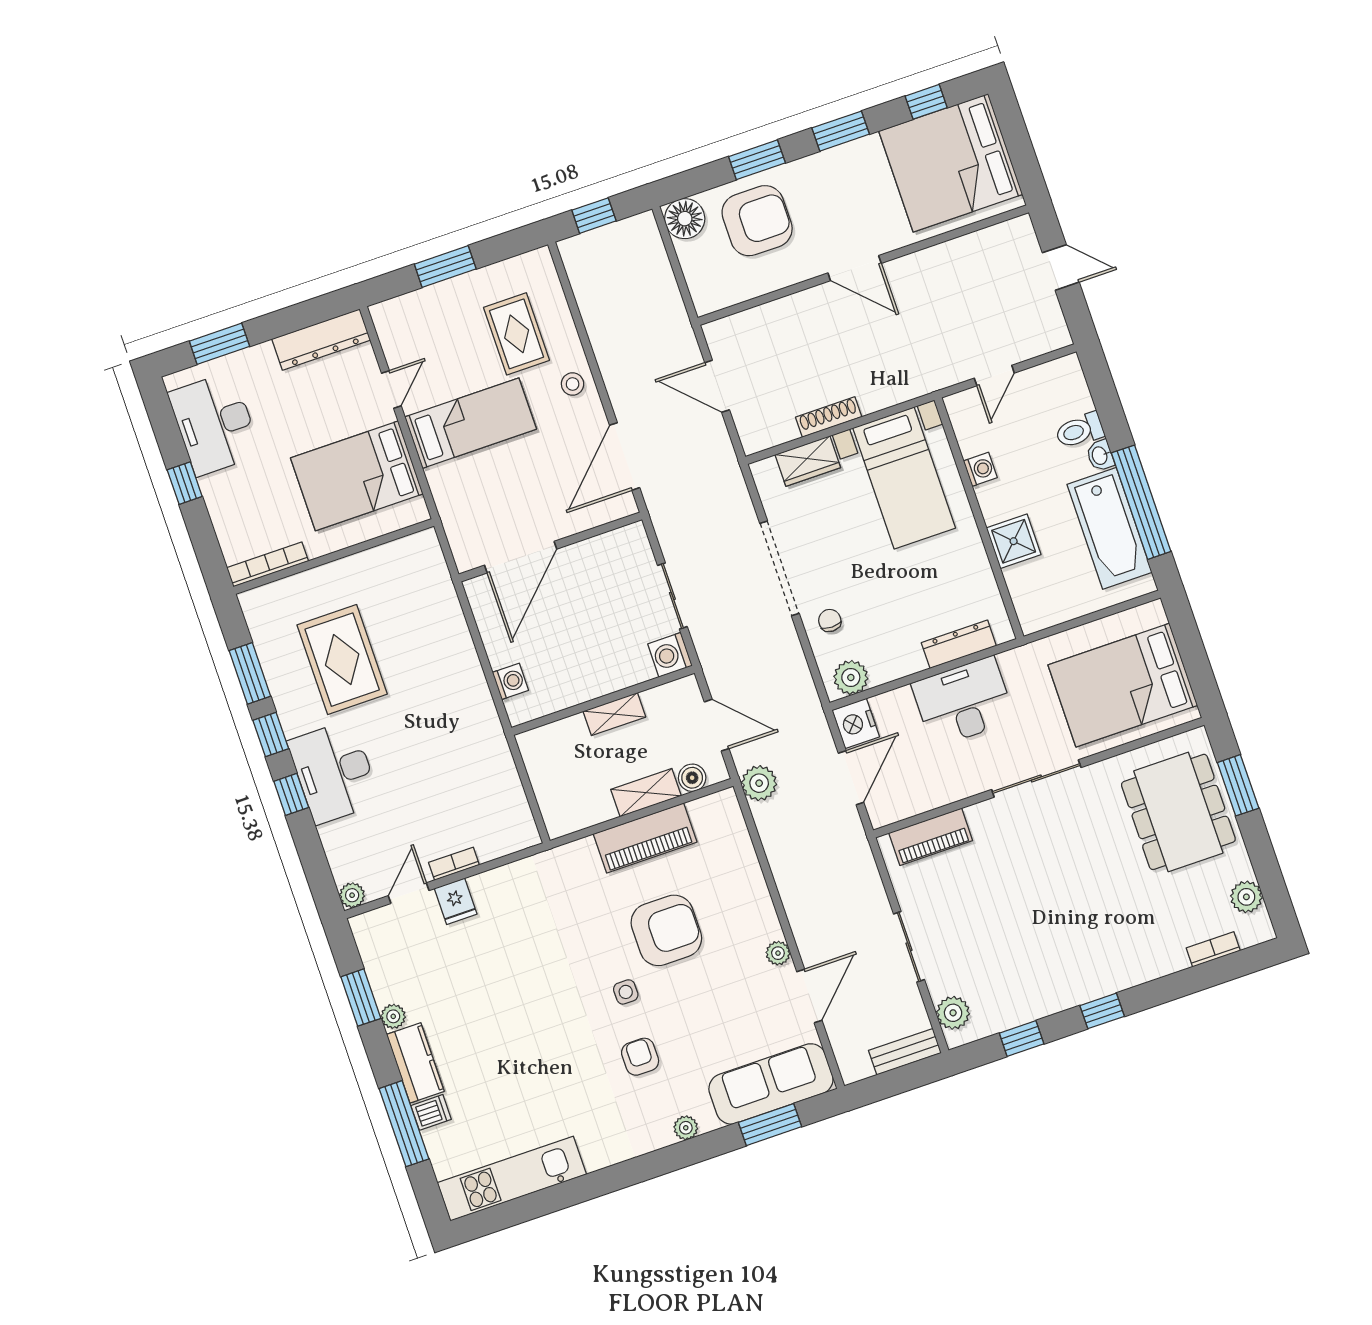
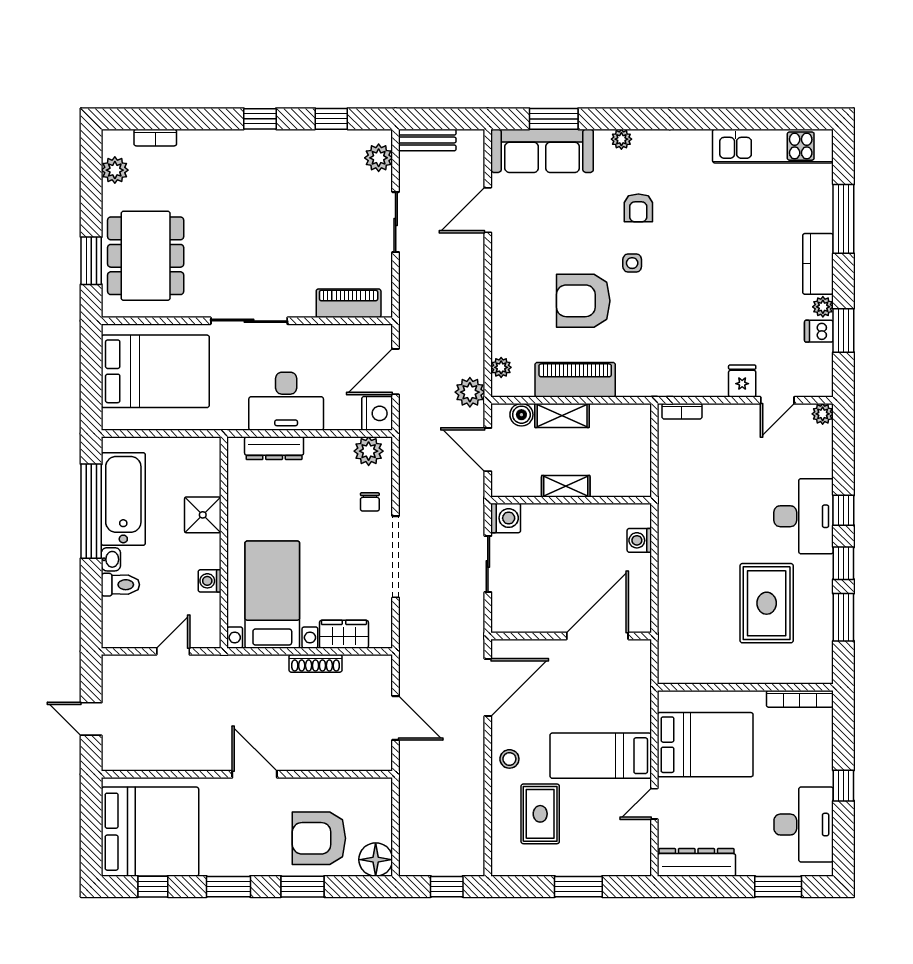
bookcase: (454, 864) -> (682, 411), moved
plant: (778, 953) -> (501, 367), moved
dishwasher: (431, 1112) -> (819, 331), moved

